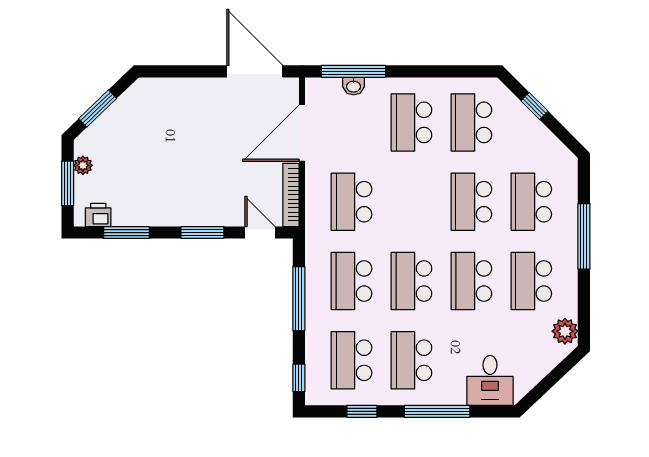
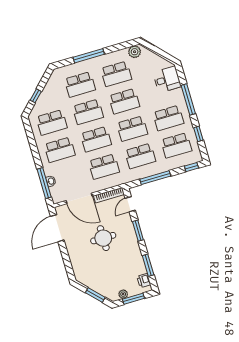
round table: (208, 158) -> (103, 238), added
school desk: (411, 202) -> (96, 139), added

